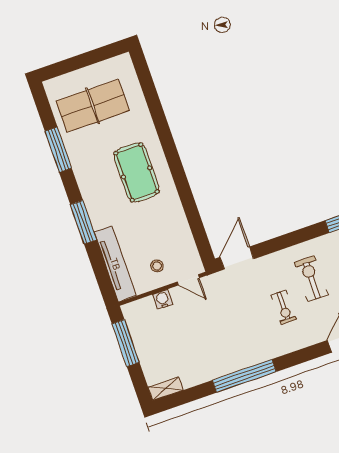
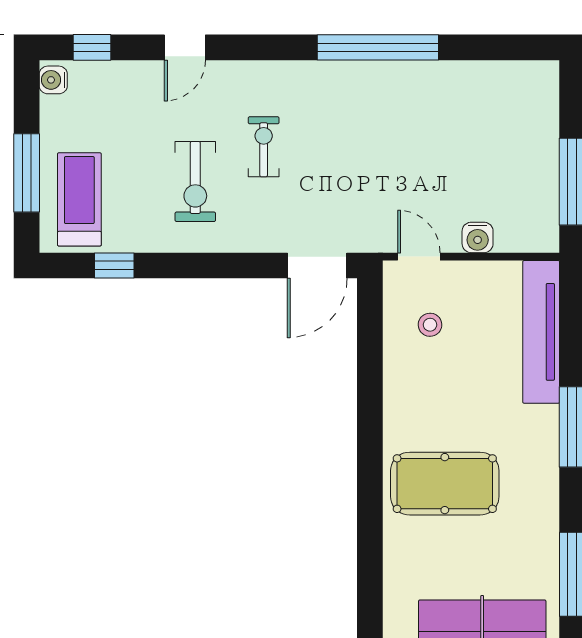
pool table: (137, 172) -> (445, 484), turned 90
stool: (157, 266) -> (430, 325), moved
shelving: (166, 389) -> (529, 74), removed

